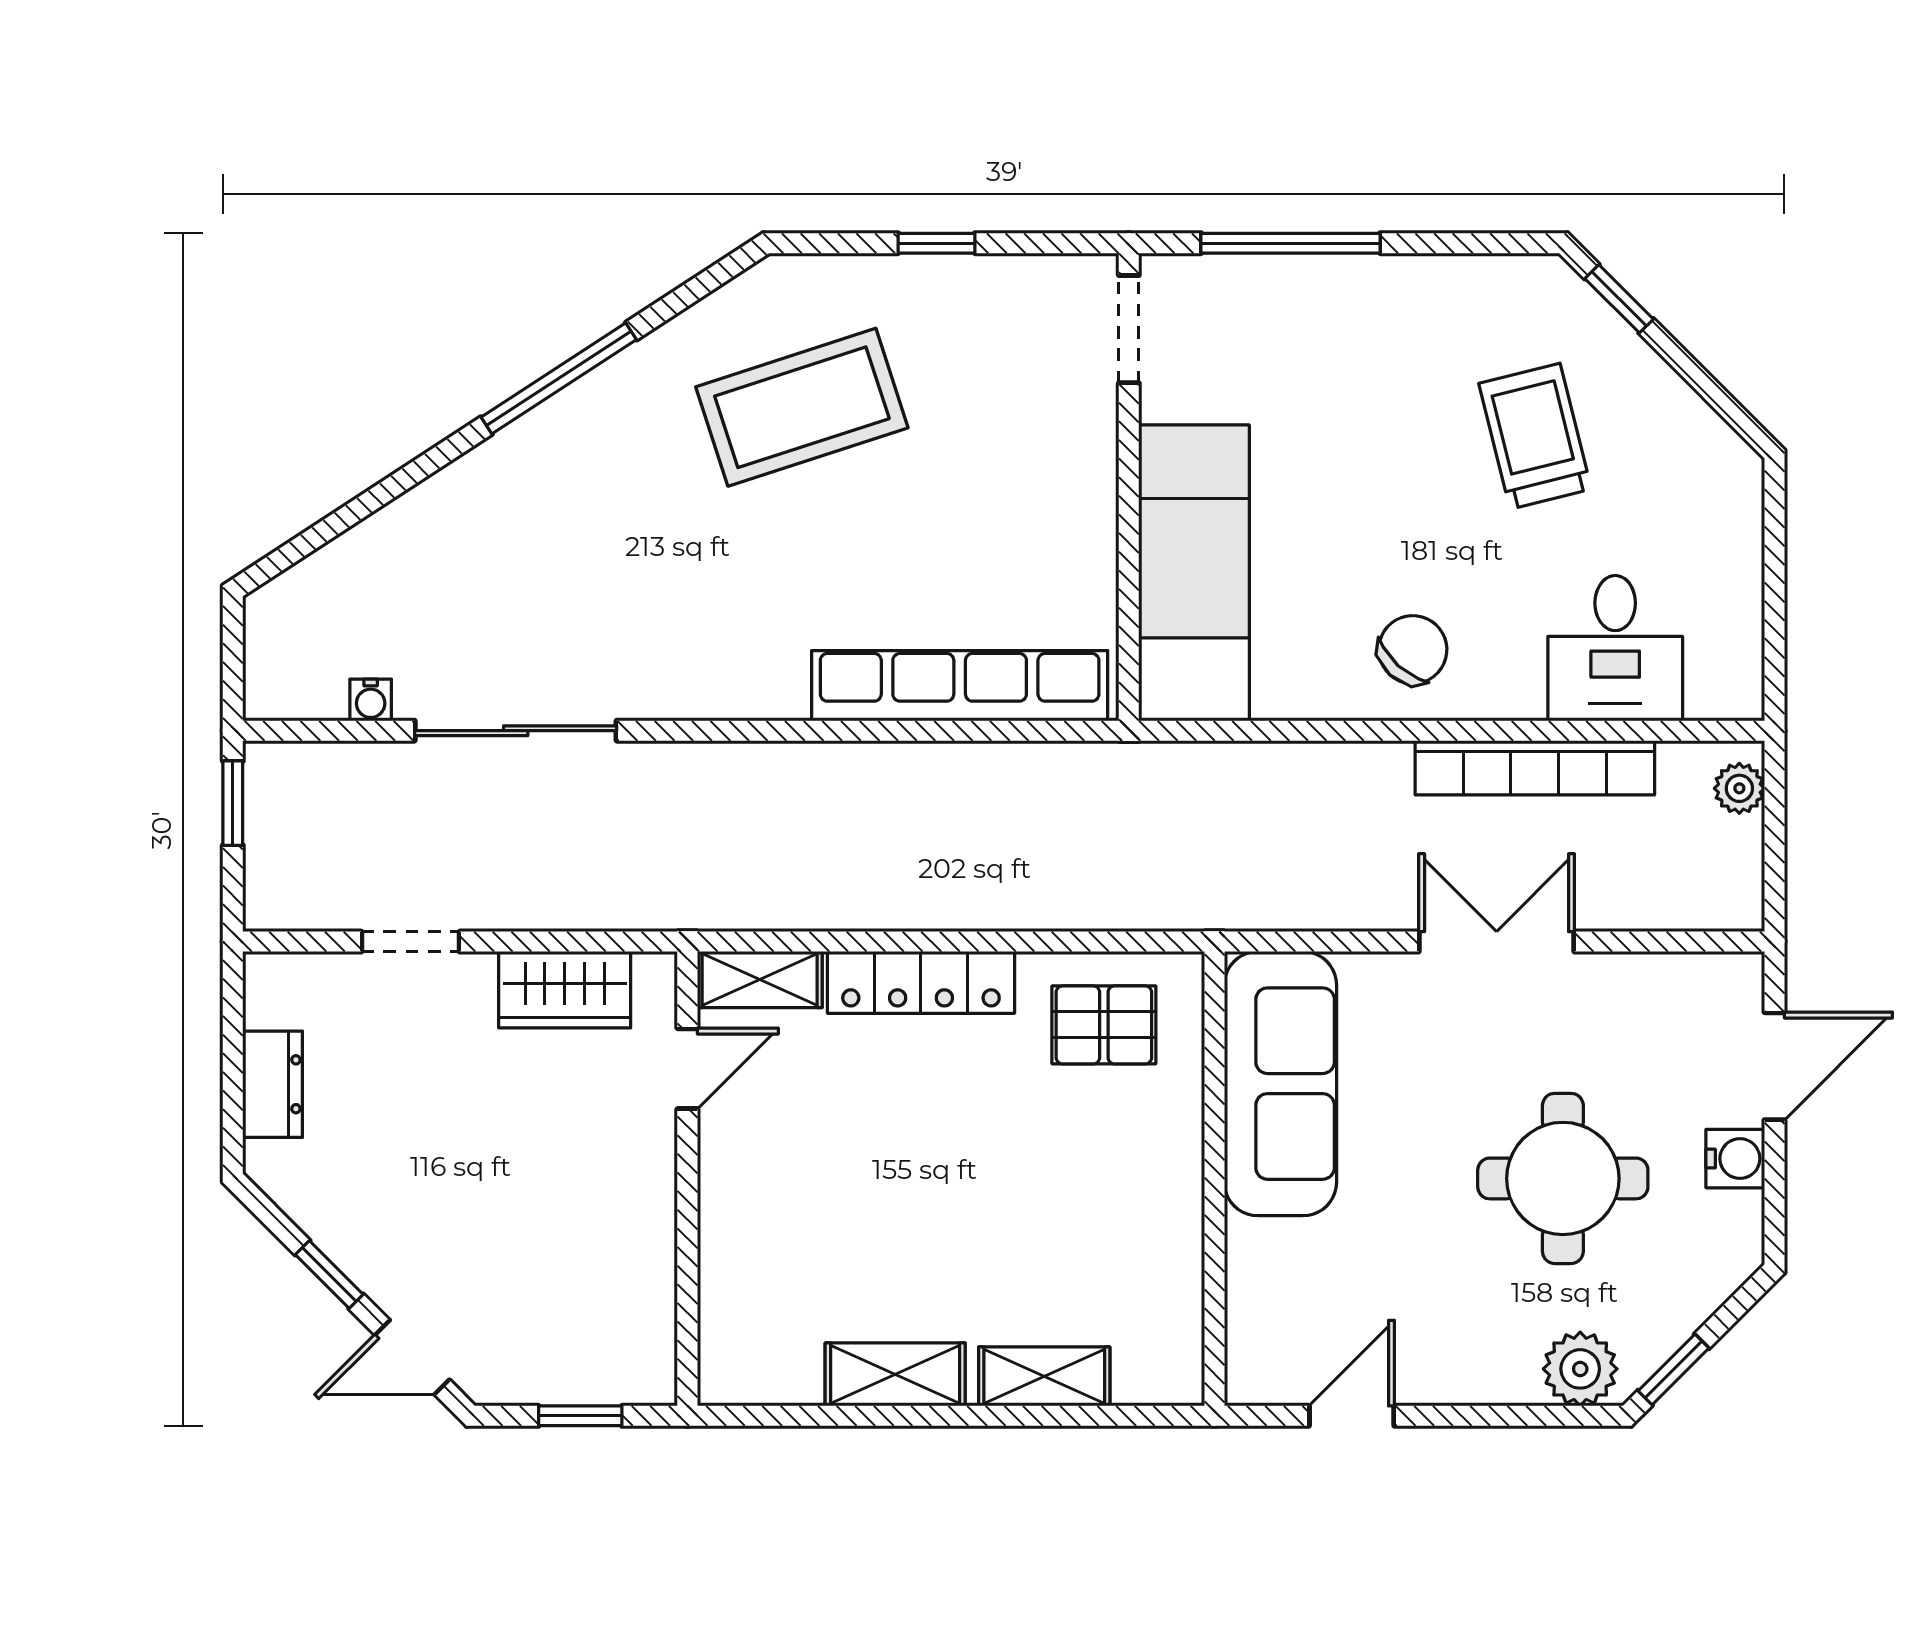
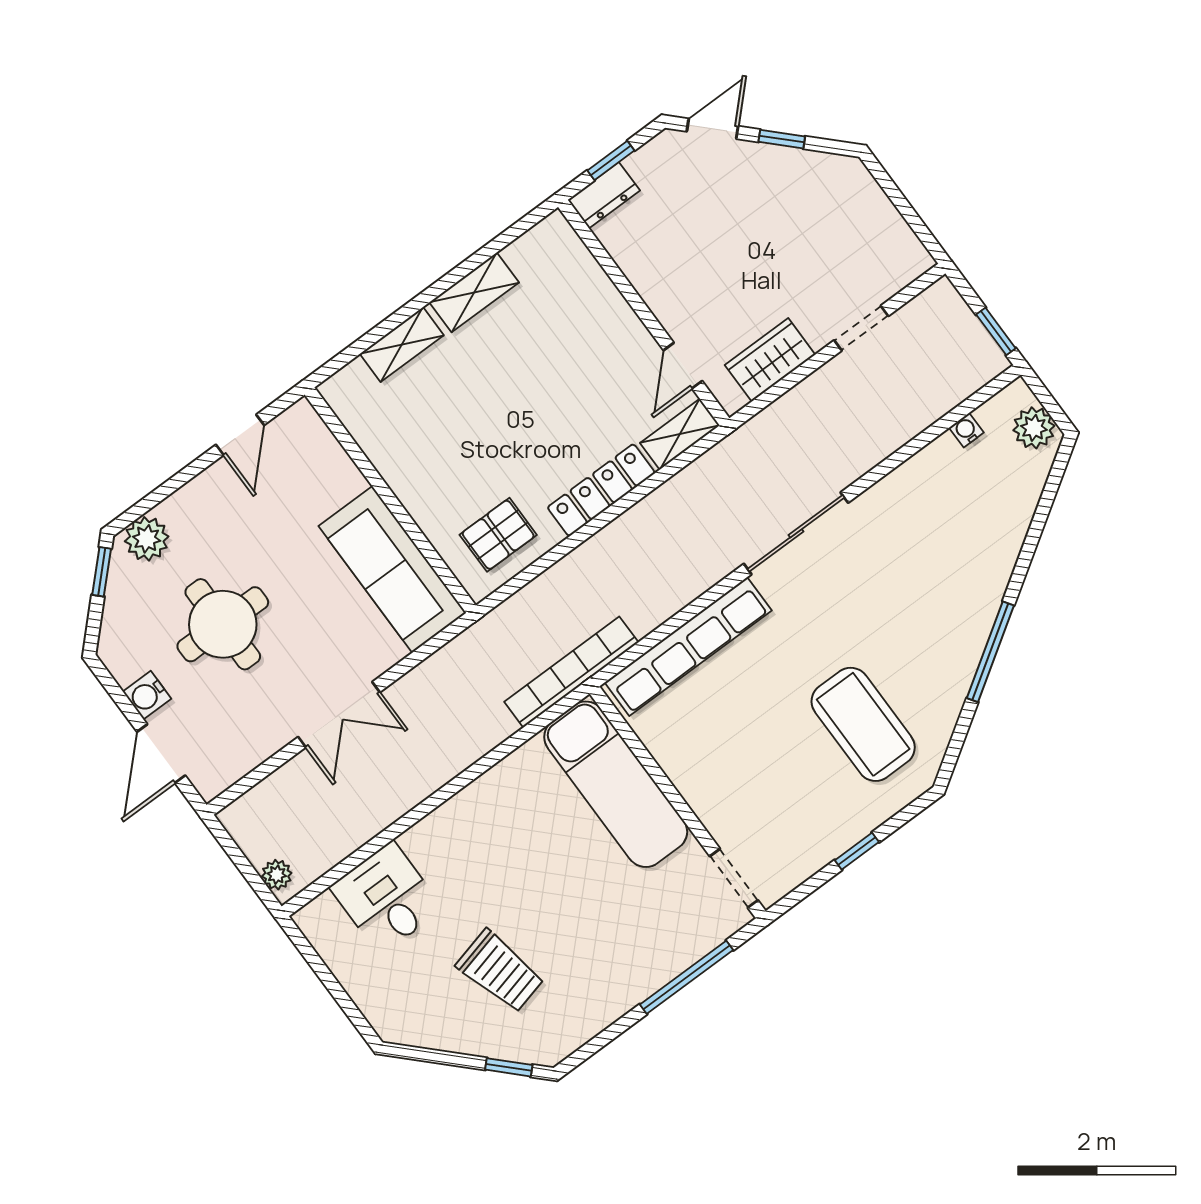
coffee table: (802, 407) -> (863, 724), turned -72
plant: (278, 636) -> (1034, 428), added
chair: (1413, 650) -> (483, 825), removed
sliding door: (516, 731) -> (796, 533), moved
bookcase: (1535, 768) -> (571, 672), moved
dresser: (273, 1084) -> (604, 195), moved, turned -90

